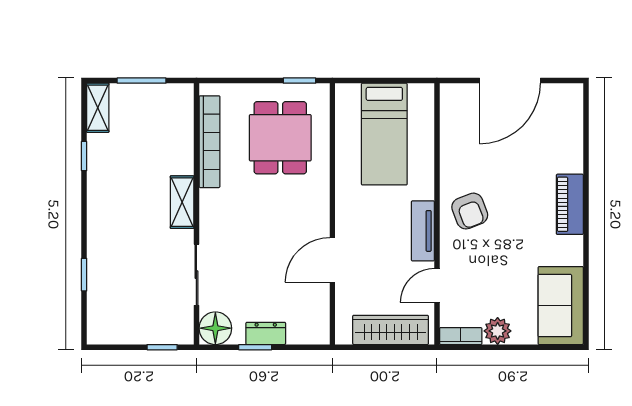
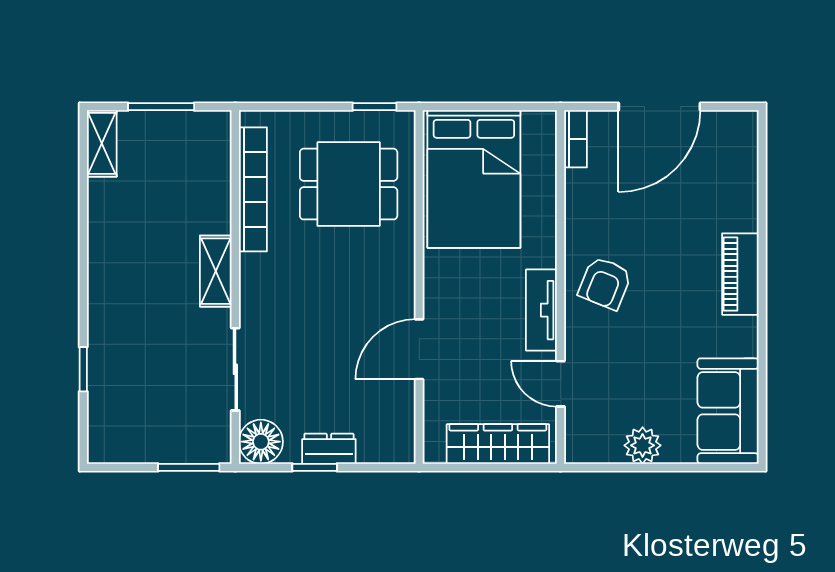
bed: (384, 134) -> (474, 179), width x1.50
dining table: (280, 138) -> (349, 184), turned 90
window: (84, 156) -> (83, 209), removed
armchair: (470, 211) -> (605, 283), turned 43
door: (437, 285) -> (561, 384), hinge flipped
bookcase: (461, 336) -> (576, 139), moved, turned 90
window: (162, 347) -> (189, 467), width x1.50

